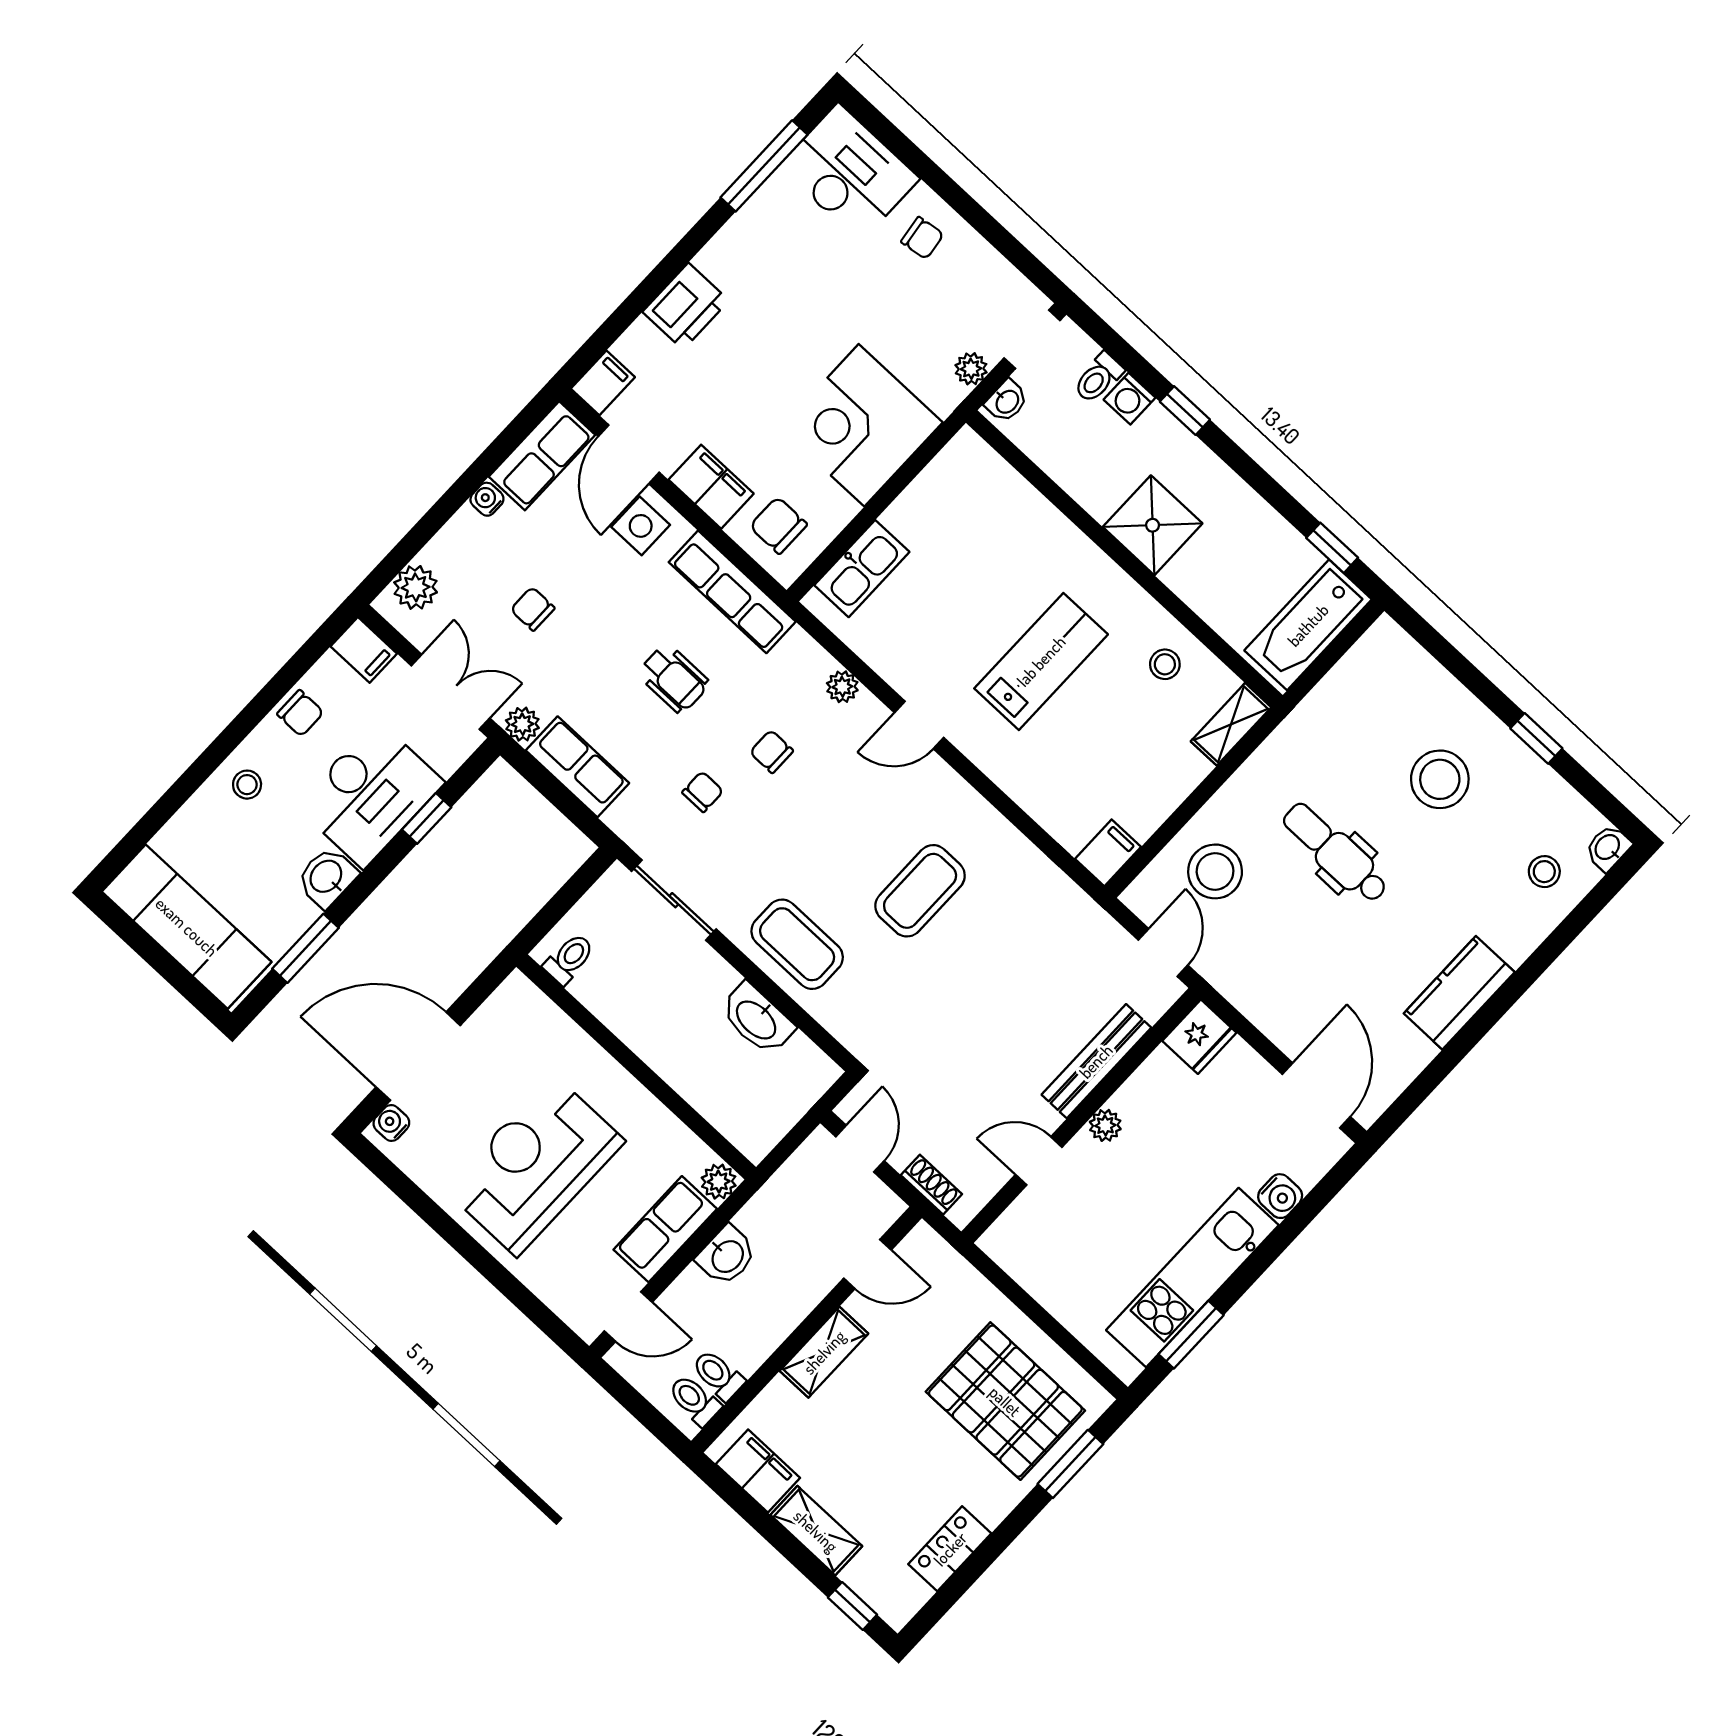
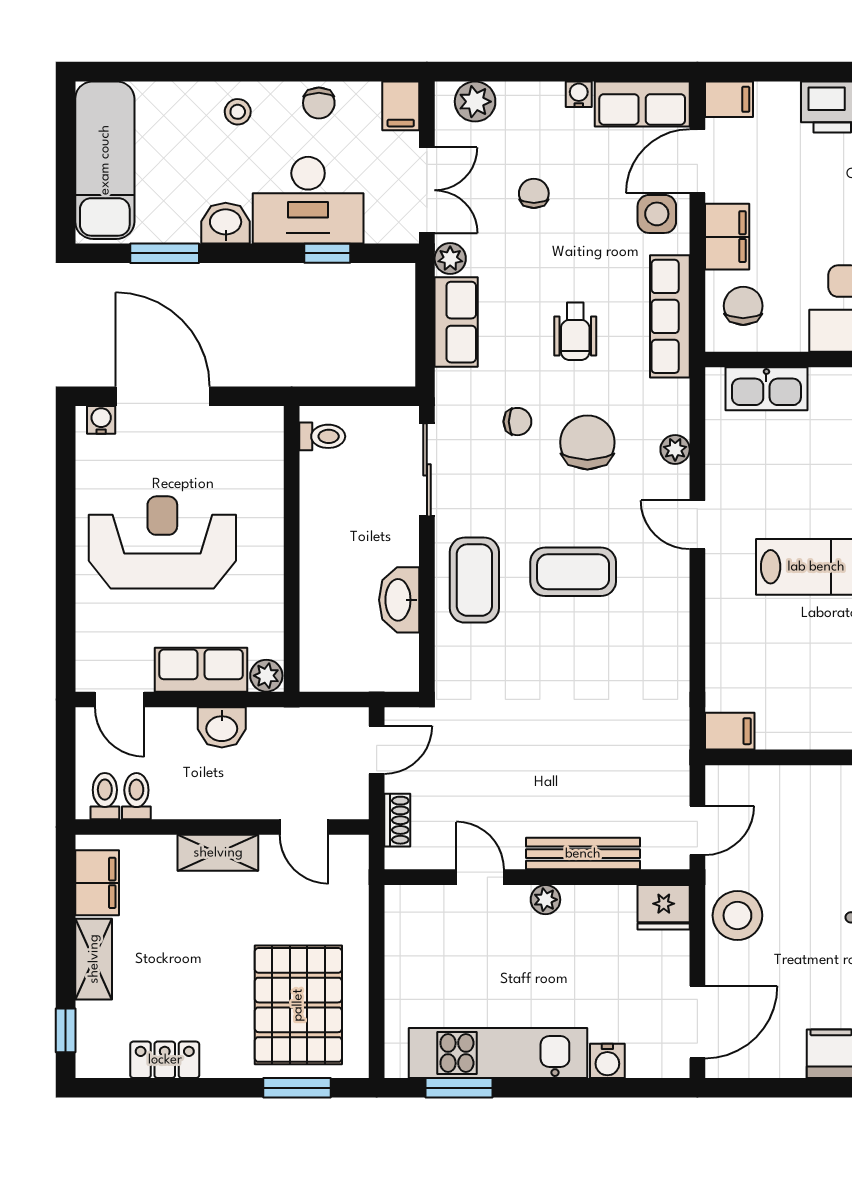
chair: (771, 752) -> (587, 442), width x1.87, depth x1.87
stool: (1215, 871) -> (737, 915), moved
coffee table: (920, 891) -> (573, 572), moved

